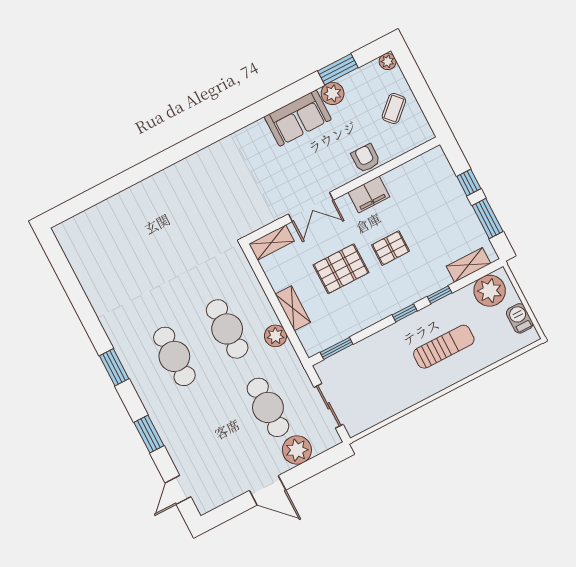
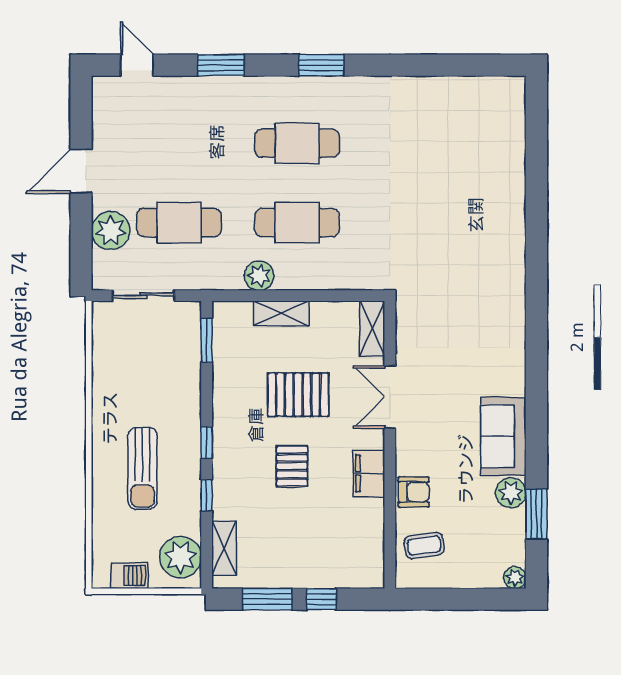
coffee table: (394, 109) -> (424, 546), moved, turned -55
pallet: (341, 269) -> (298, 395), turned 90

